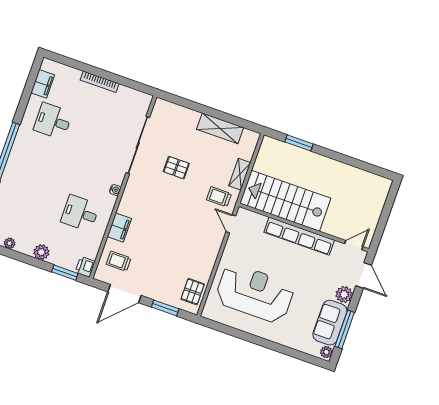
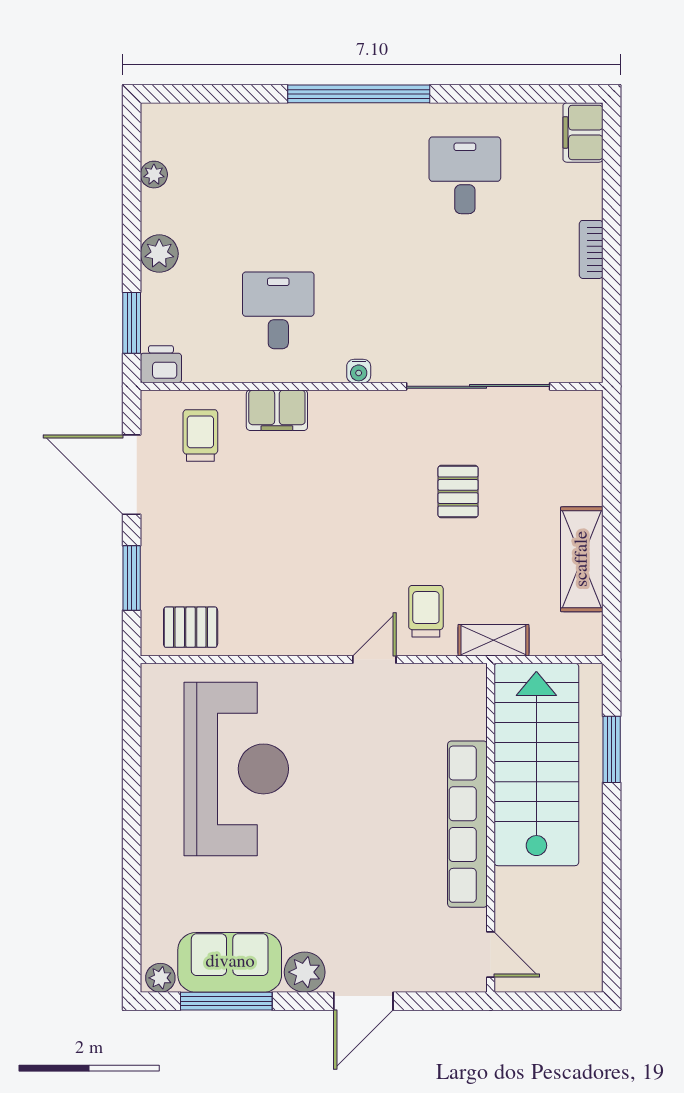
bookcase: (100, 82) -> (591, 249), width x0.64
filing cabinet: (43, 84) -> (583, 132), moved, turned 90
stairs: (285, 201) -> (536, 764), moved
wall: (304, 227) -> (491, 828), moved
row of seats: (299, 236) -> (467, 824), moved
door: (354, 245) -> (491, 954), moved

